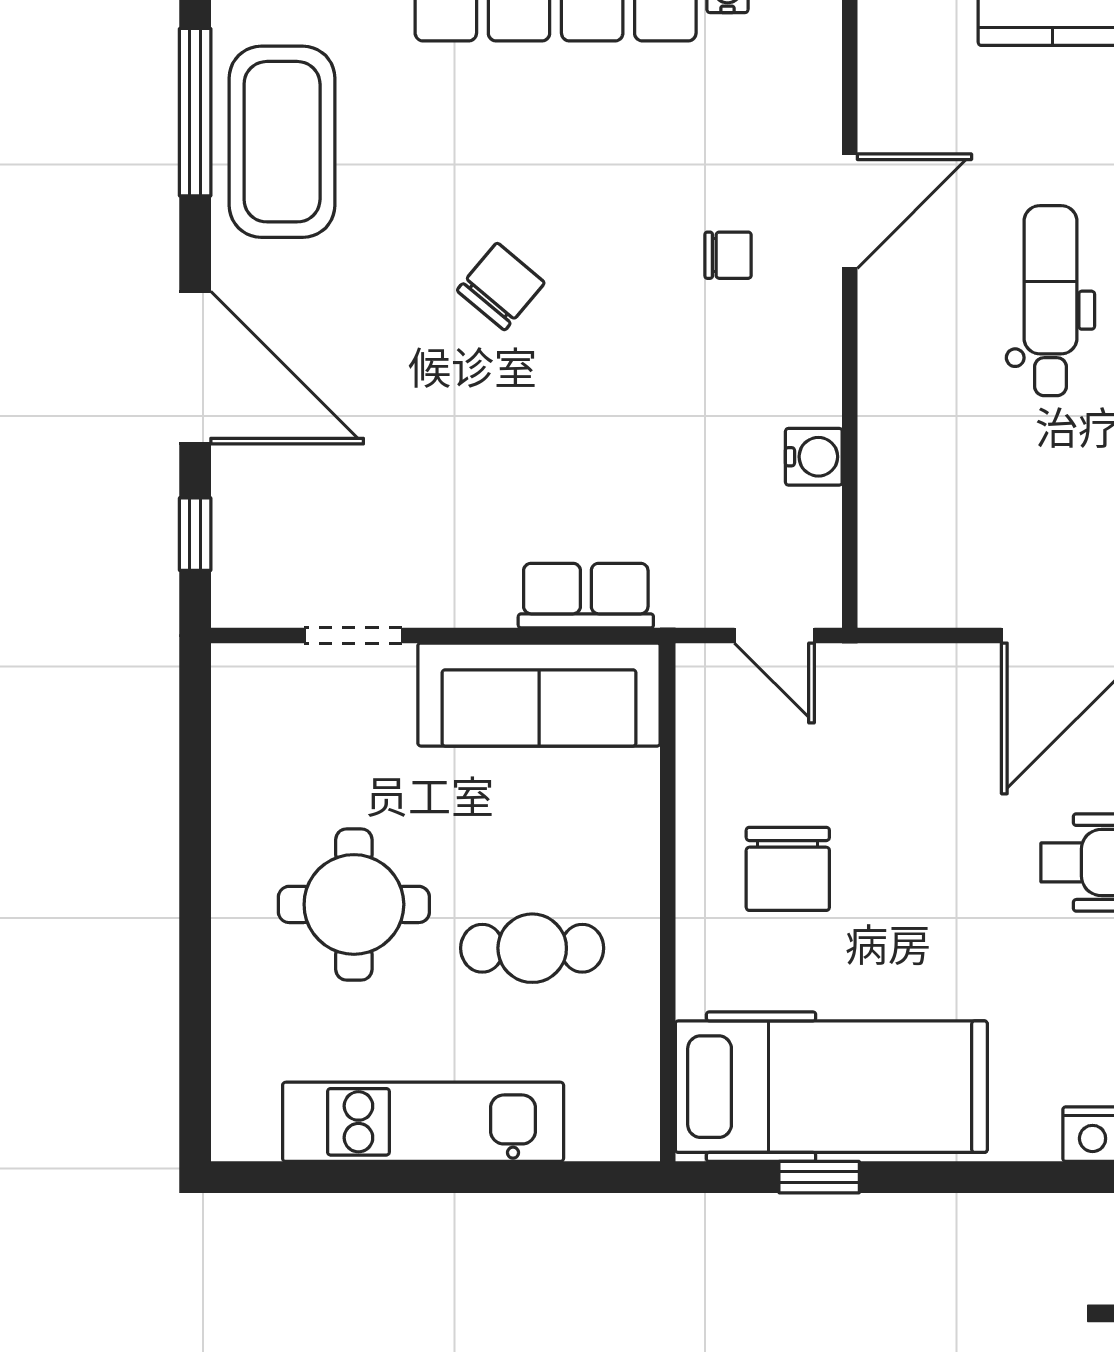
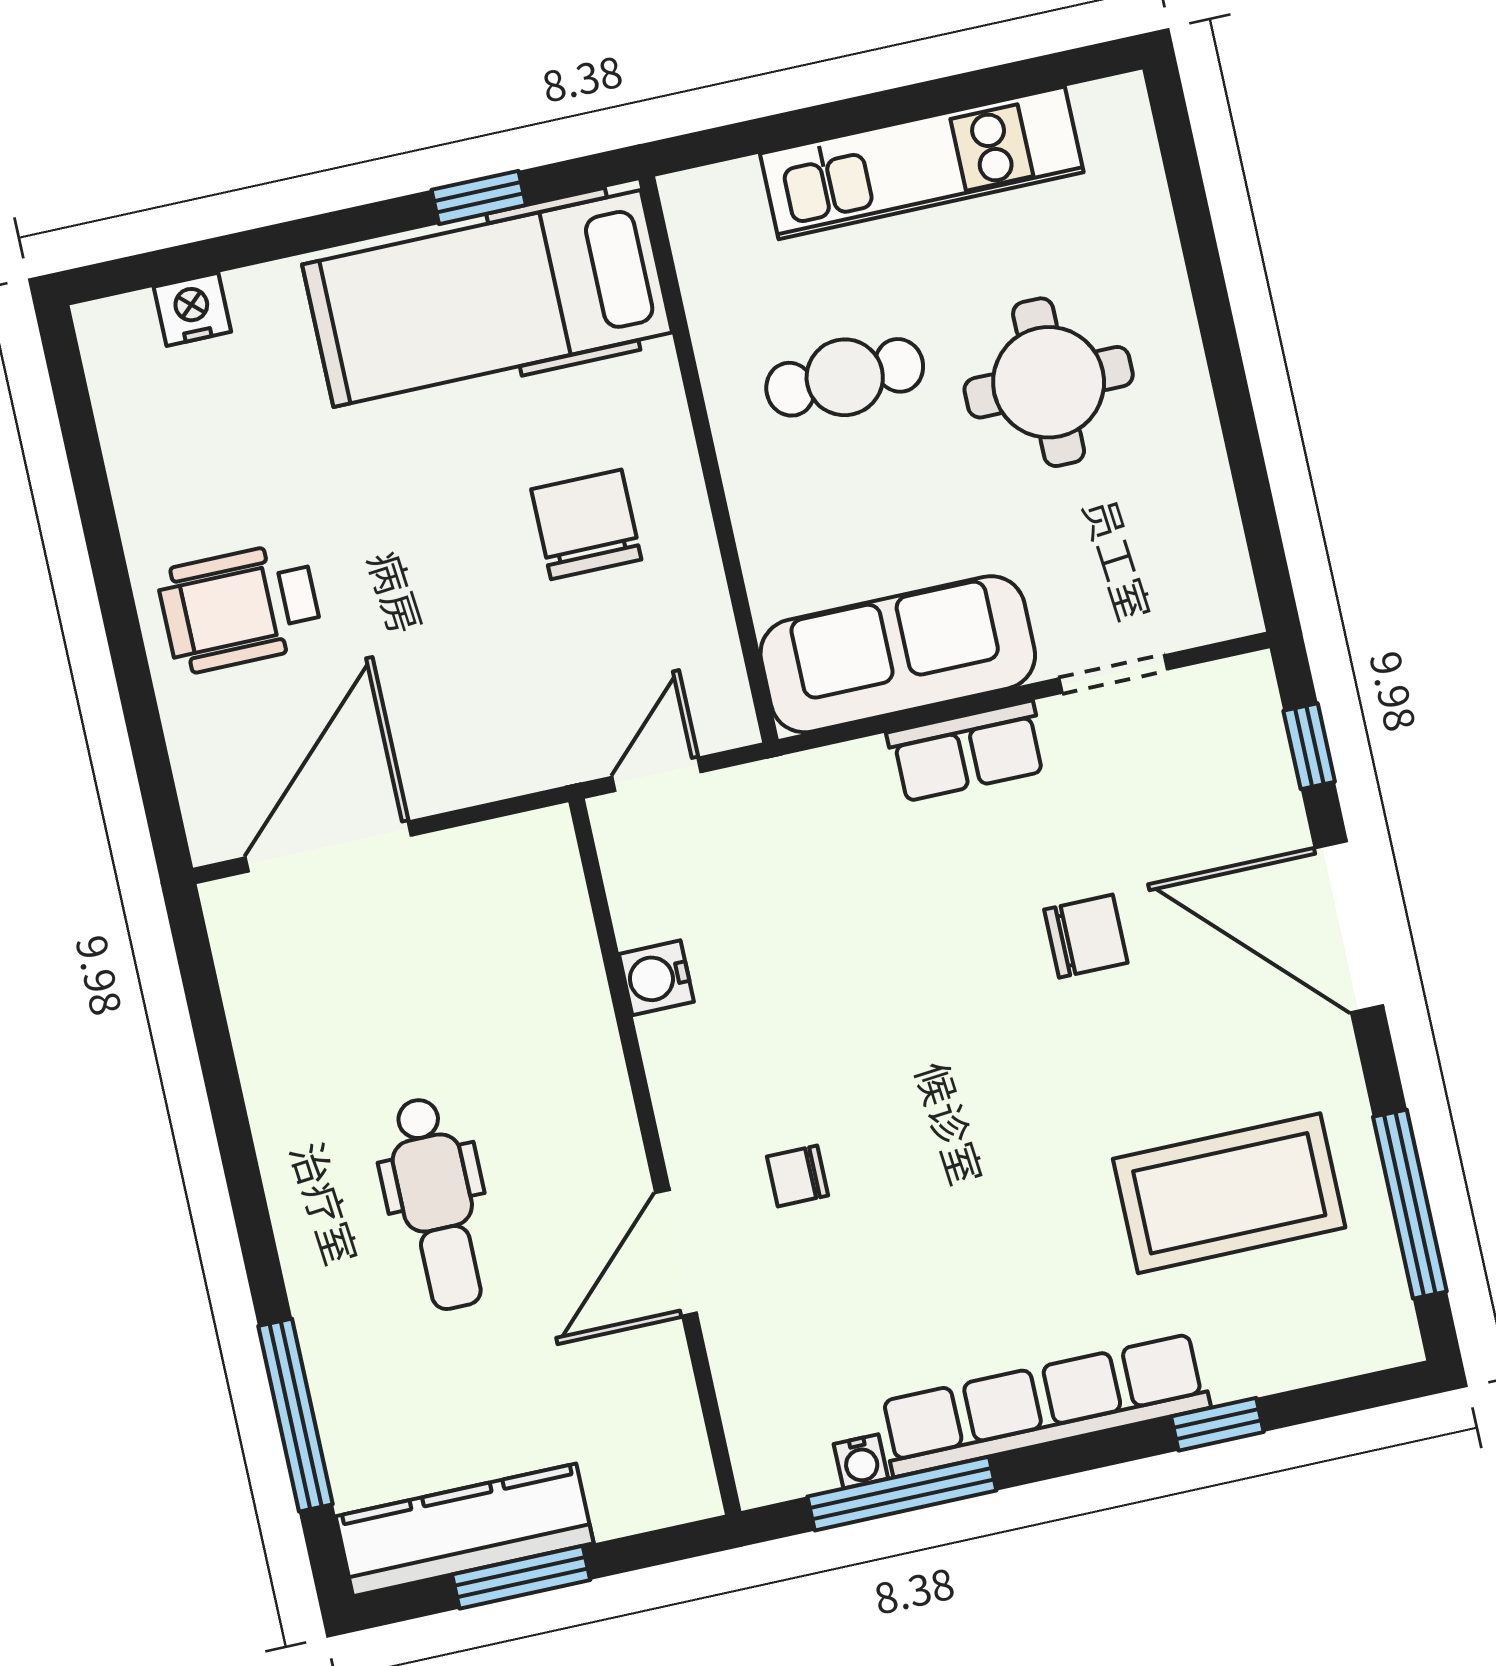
coffee table: (282, 142) -> (1229, 1193), moved, turned 90
chair: (501, 287) -> (1086, 936), moved, turned -130
row of seats: (586, 596) -> (967, 751), moved
door: (774, 636) -> (656, 774), hinge flipped

